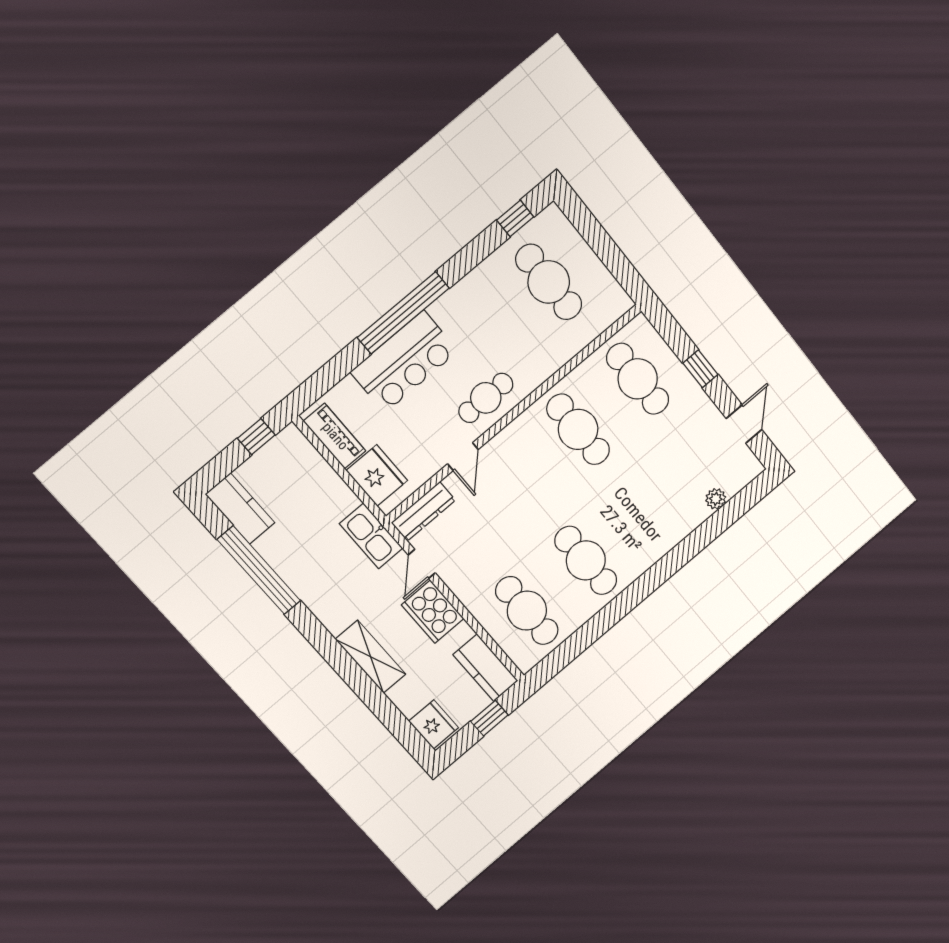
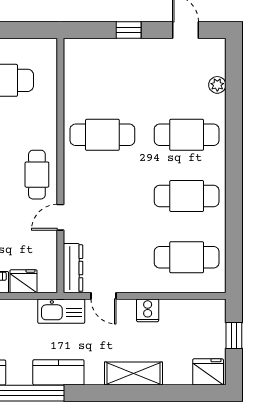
cafe table: (638, 379) -> (187, 135), moved
door: (463, 457) -> (60, 217), swing flipped
fridge: (377, 475) -> (23, 281), width x0.73, depth x0.75
cooker: (433, 612) -> (148, 310), width x0.53, depth x0.76
kitchen counter: (486, 668) -> (58, 372), moved, turned 180

